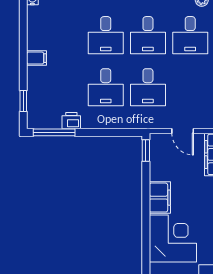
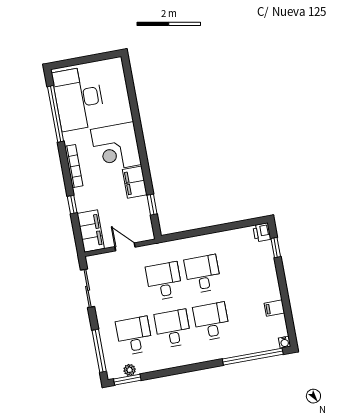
filing cabinet: (36, 58) -> (274, 308), moved
printer: (71, 121) -> (262, 232), moved, turned 90
window: (54, 132) -> (242, 224), removed
window: (146, 151) -> (152, 205), moved

